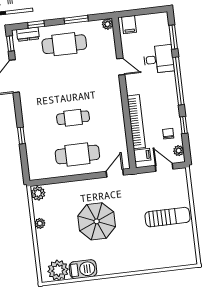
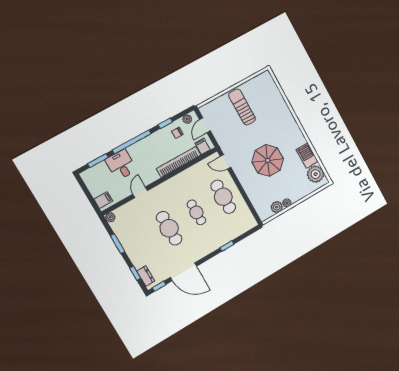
cafe table: (64, 44) -> (169, 228), moved
plant: (38, 193) -> (277, 207), moved

